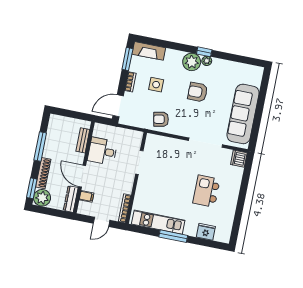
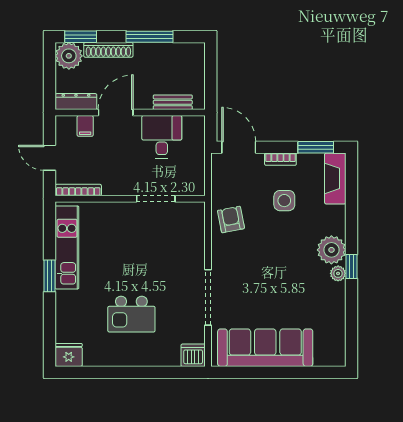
armchair: (198, 92) -> (286, 269), removed
kitchen island: (206, 191) -> (131, 314), turned 180
fridge: (206, 232) -> (69, 355), moved, turned -90
window: (173, 236) -> (50, 276), width x0.69

